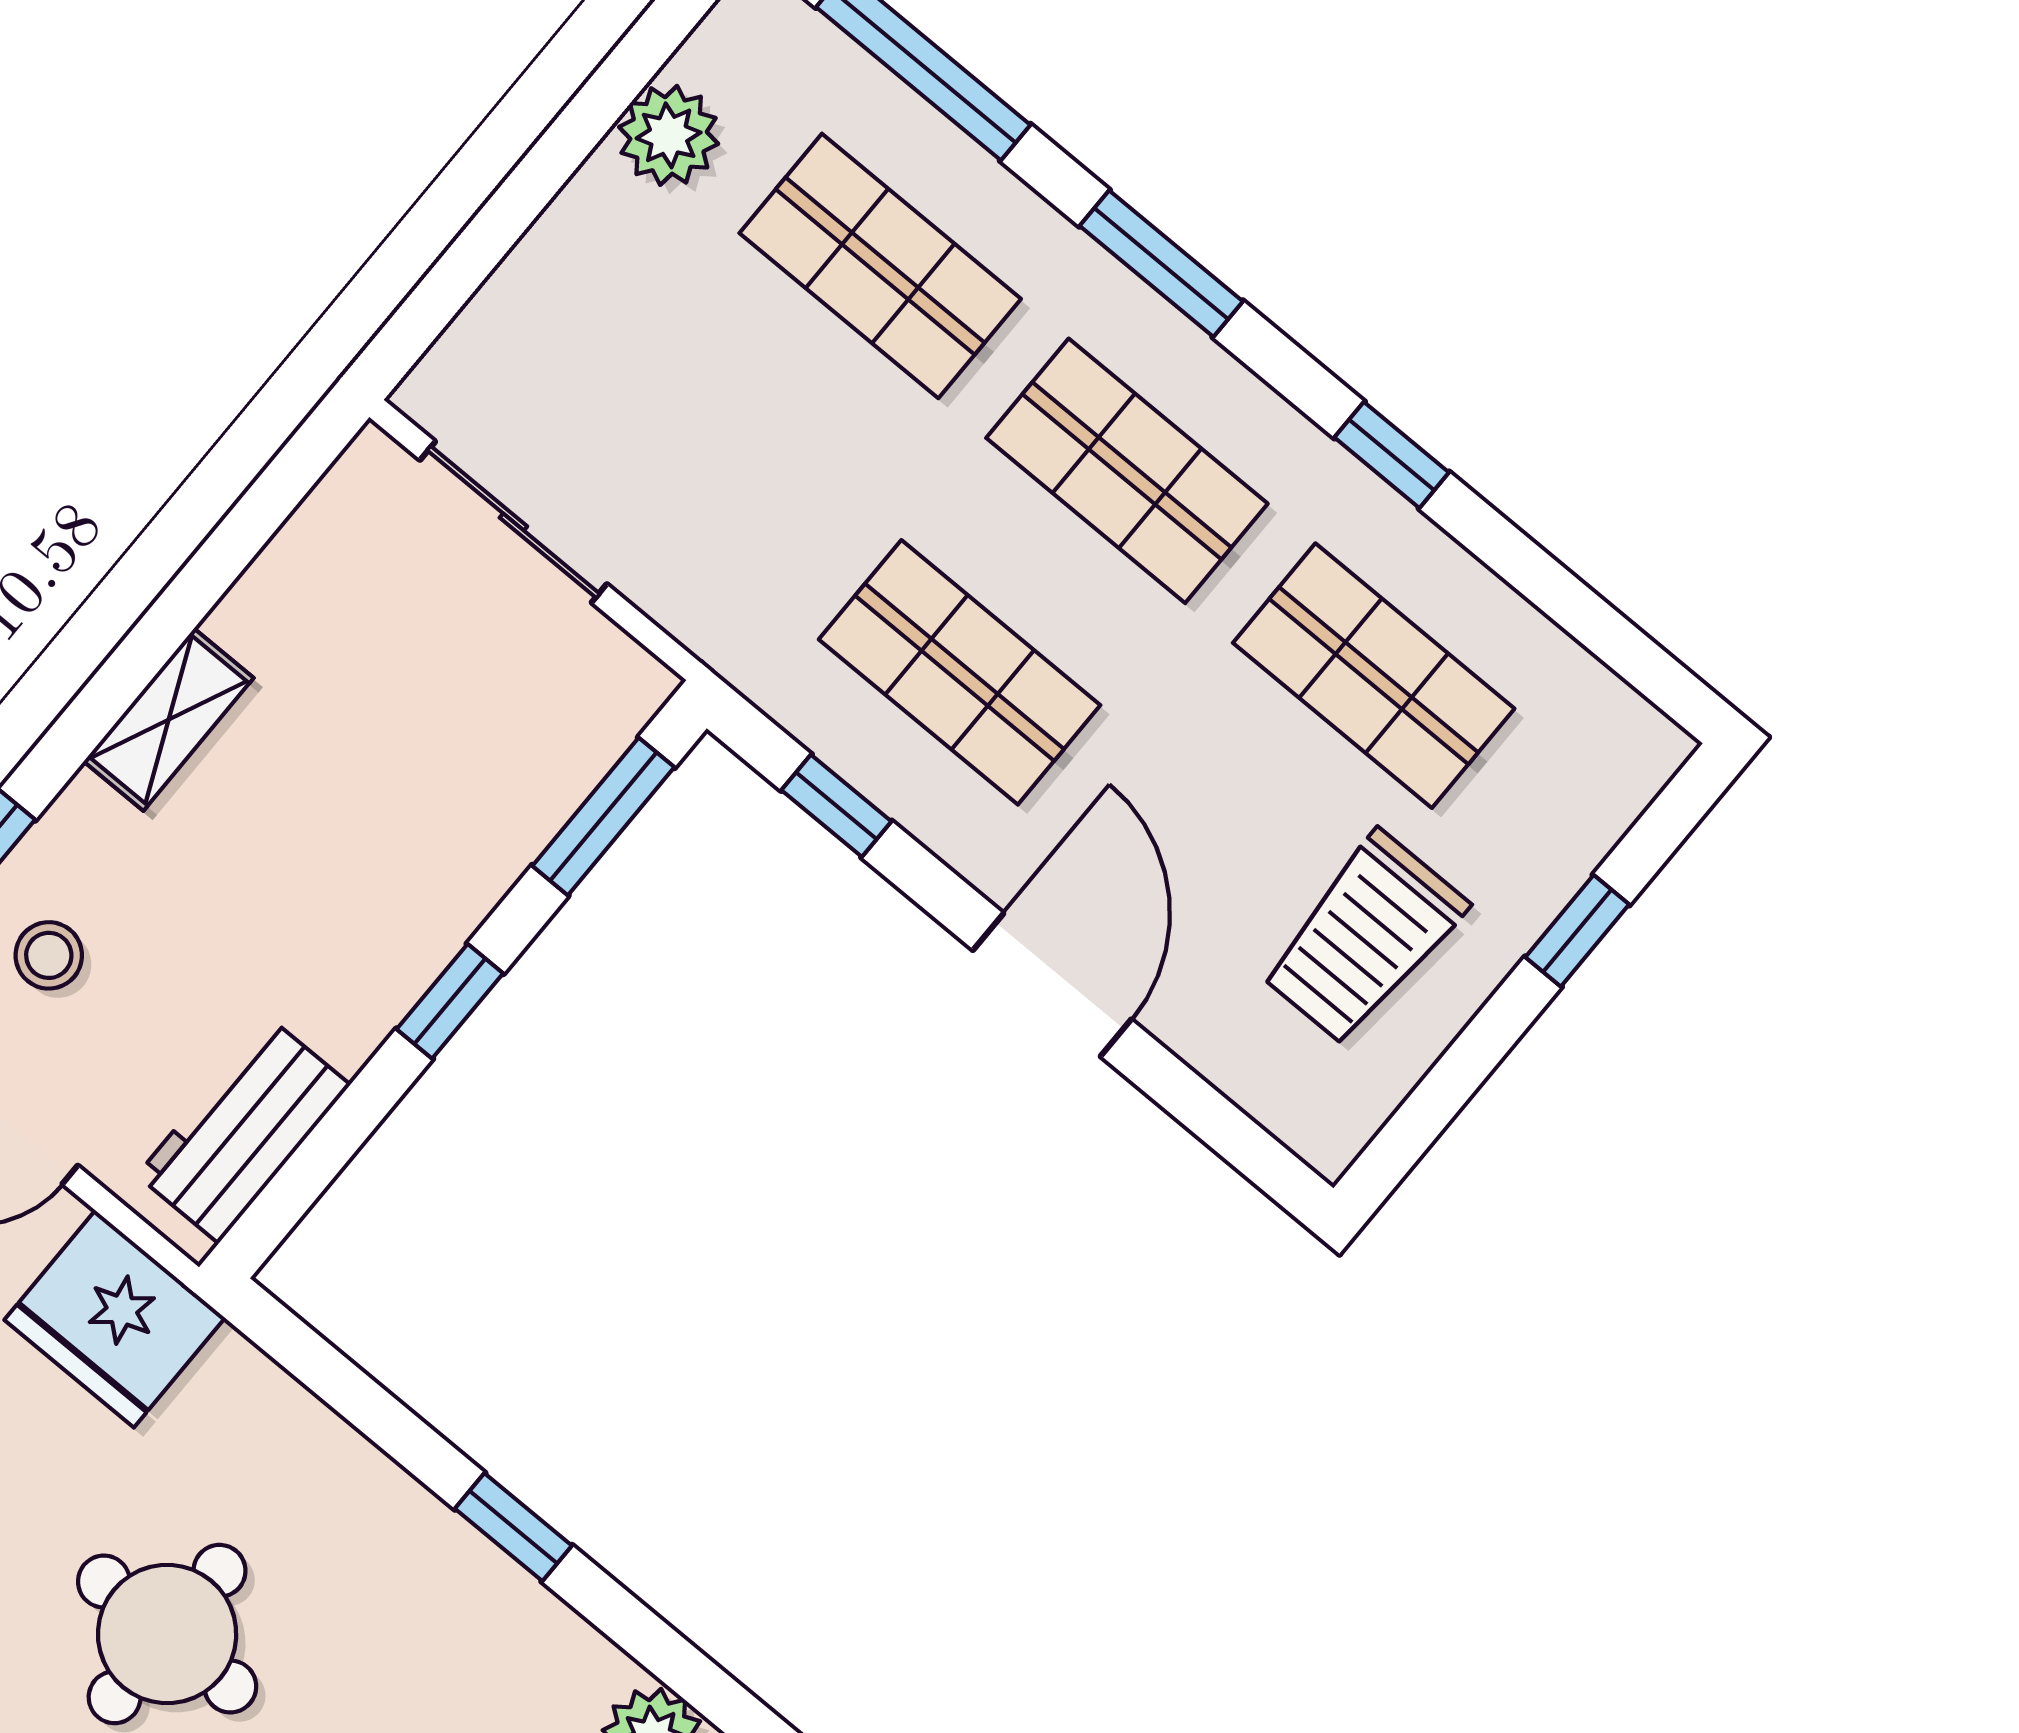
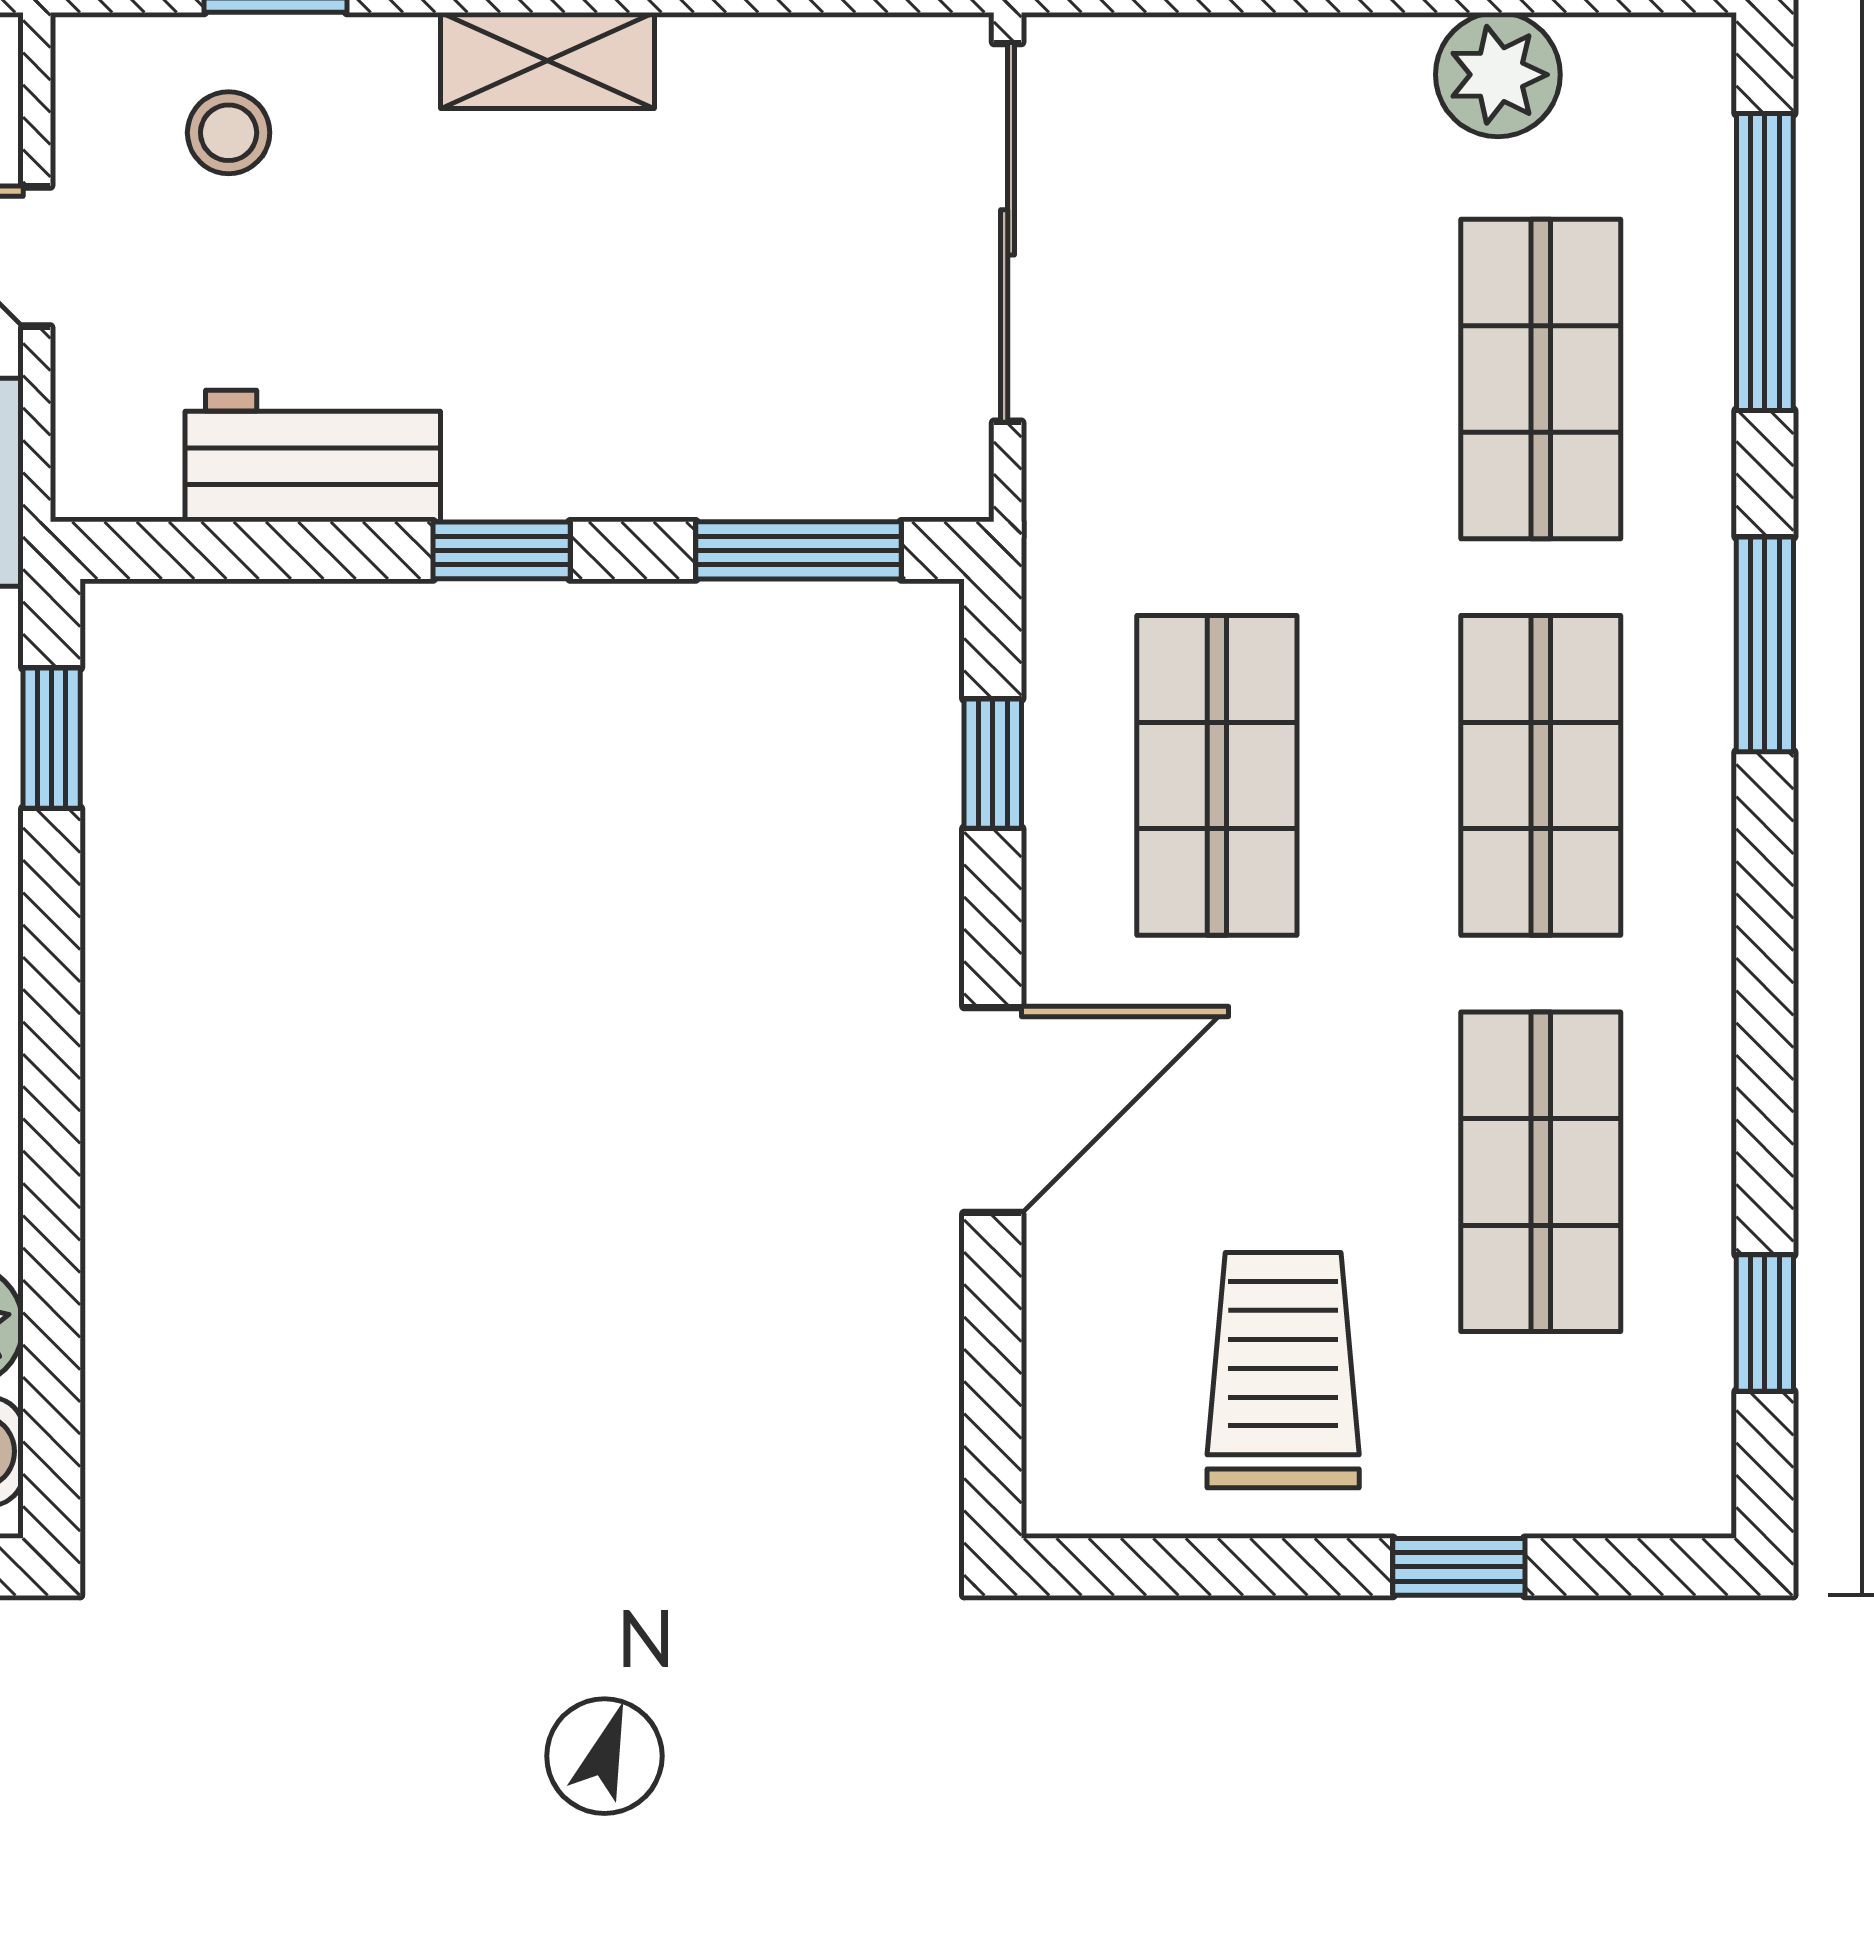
window: (1392, 455) -> (1765, 1323), moved
sliding door: (513, 522) -> (1008, 232), width x1.37
trolley: (1364, 938) -> (1283, 1370), turned 90
workbench: (244, 1130) -> (313, 456), moved
window: (513, 1527) -> (52, 738), moved

